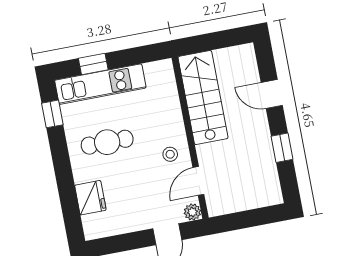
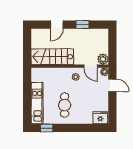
window: (93, 64) -> (27, 105), removed
fridge: (90, 198) -> (100, 118), moved
plant: (218, 204) -> (103, 59), added

